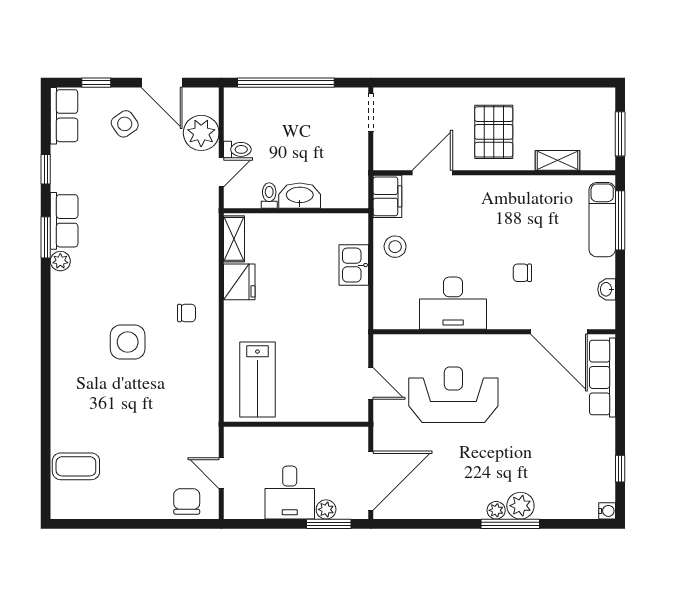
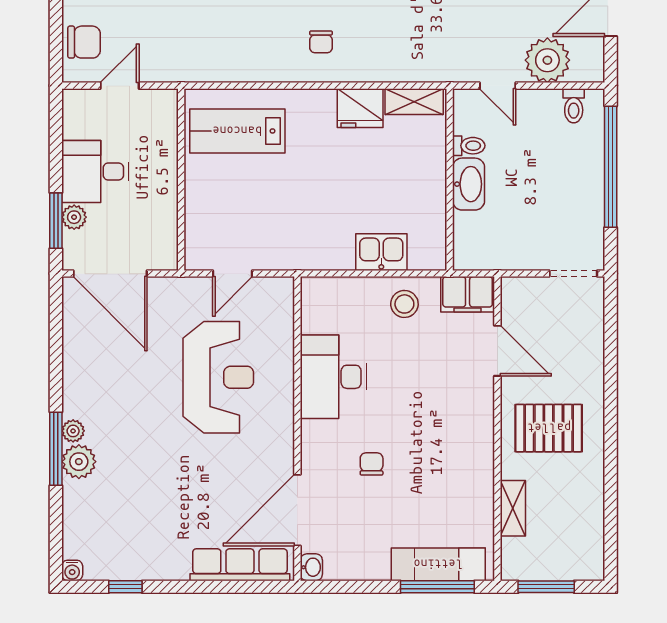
toilet: (237, 149) -> (574, 106), moved
washbasin: (607, 289) -> (311, 567), moved, turned 90

